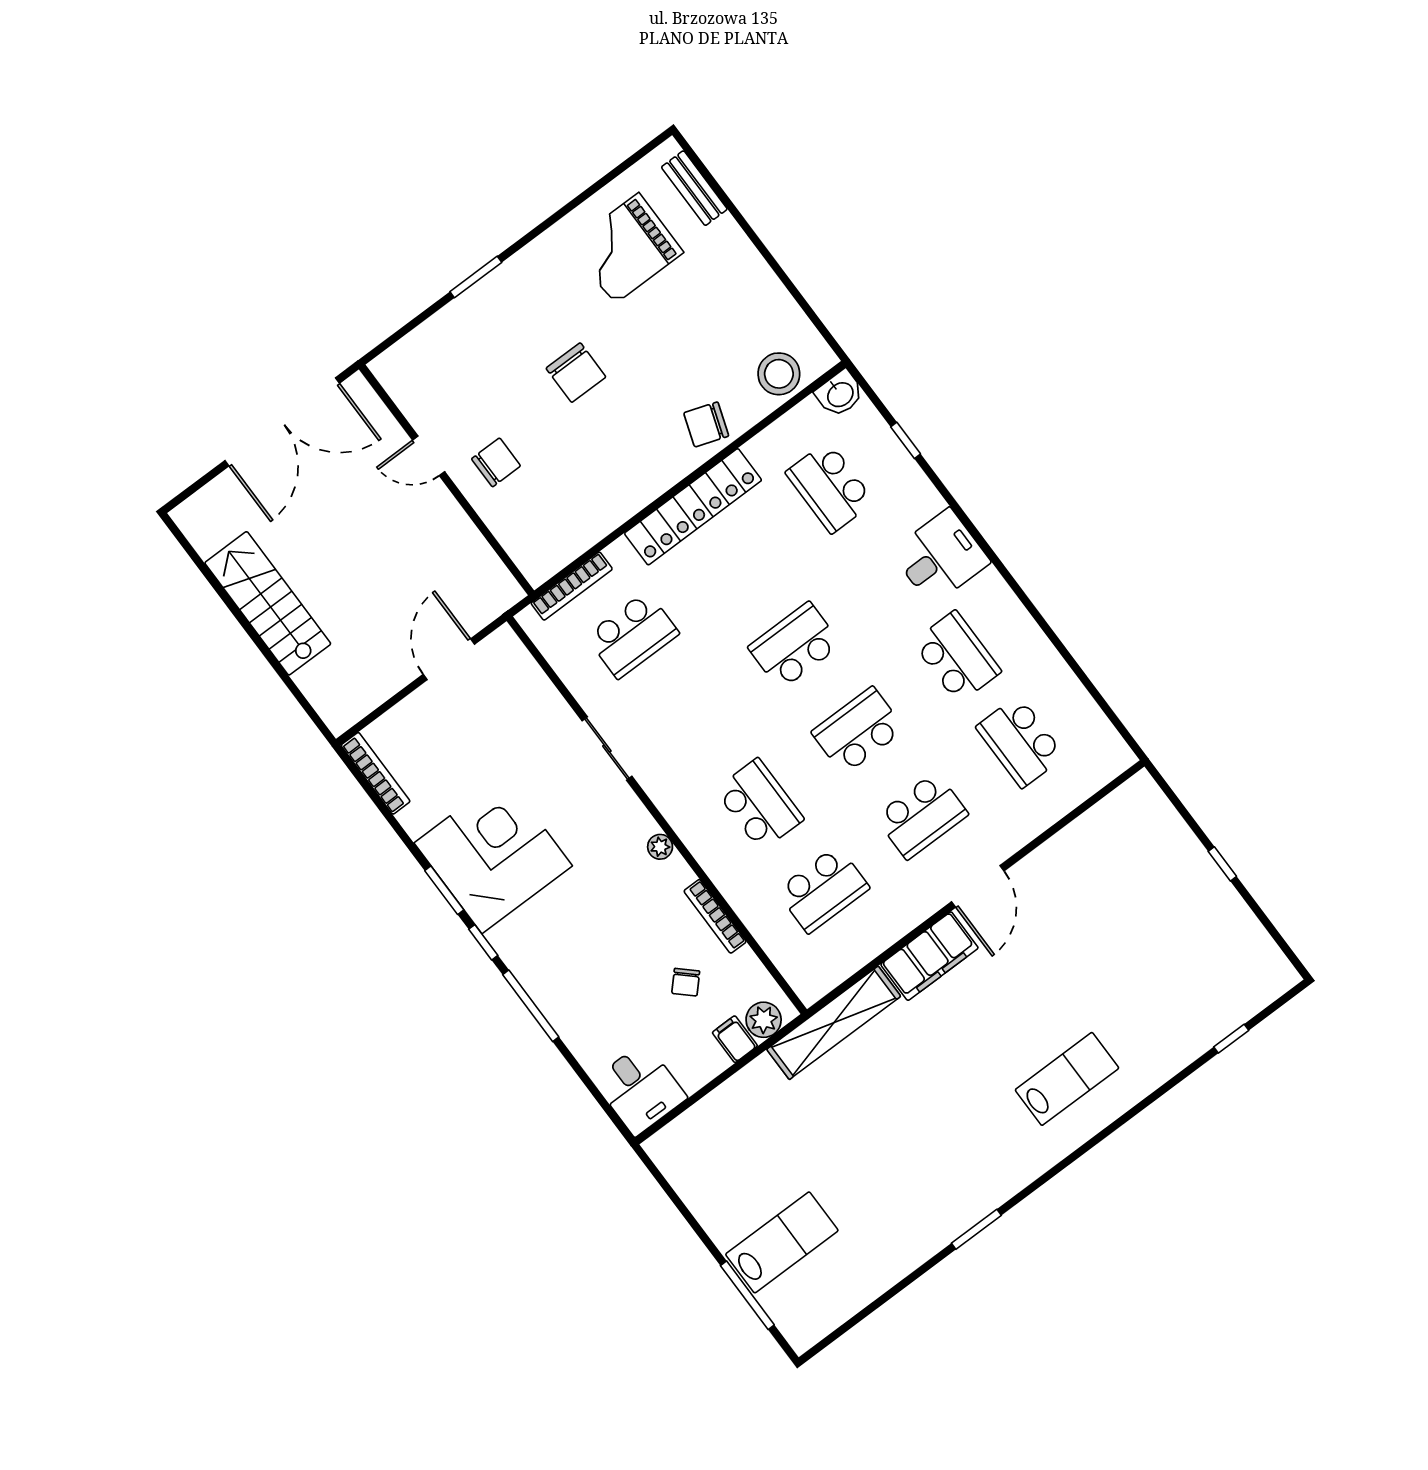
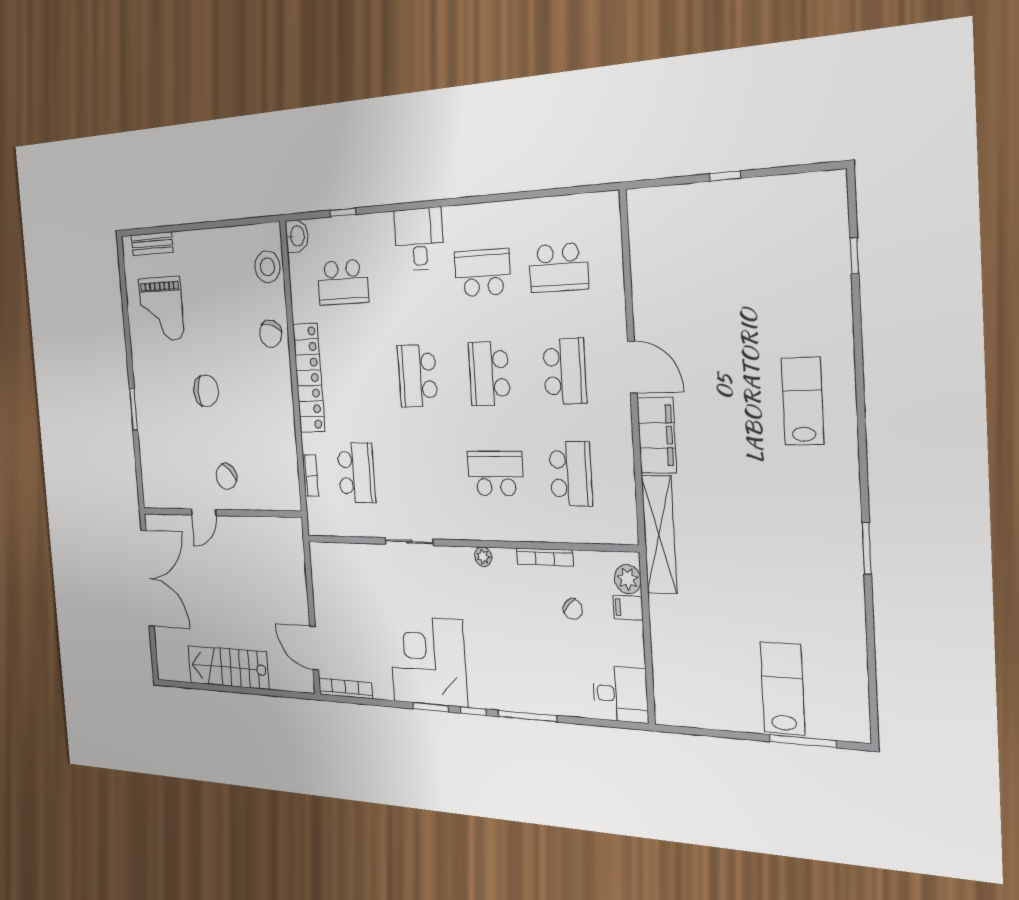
chair: (496, 462) -> (226, 476), turned -135
bookcase: (572, 586) -> (310, 475), width x0.64
door: (449, 659) -> (314, 648), moved

